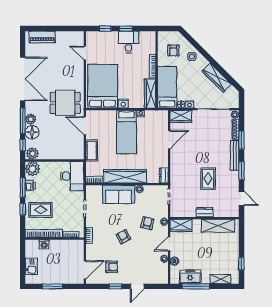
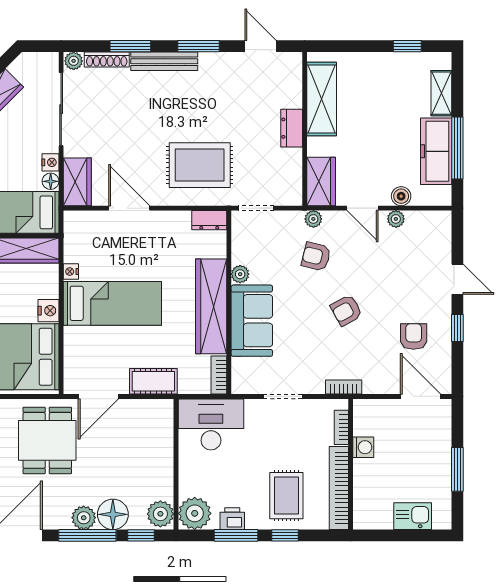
rug: (208, 179) -> (200, 165), moved, width x1.36, depth x1.43
door: (241, 198) -> (261, 46), hinge flipped
washing machine: (44, 244) -> (363, 447), moved
freezer: (190, 277) -> (436, 151), width x1.40

